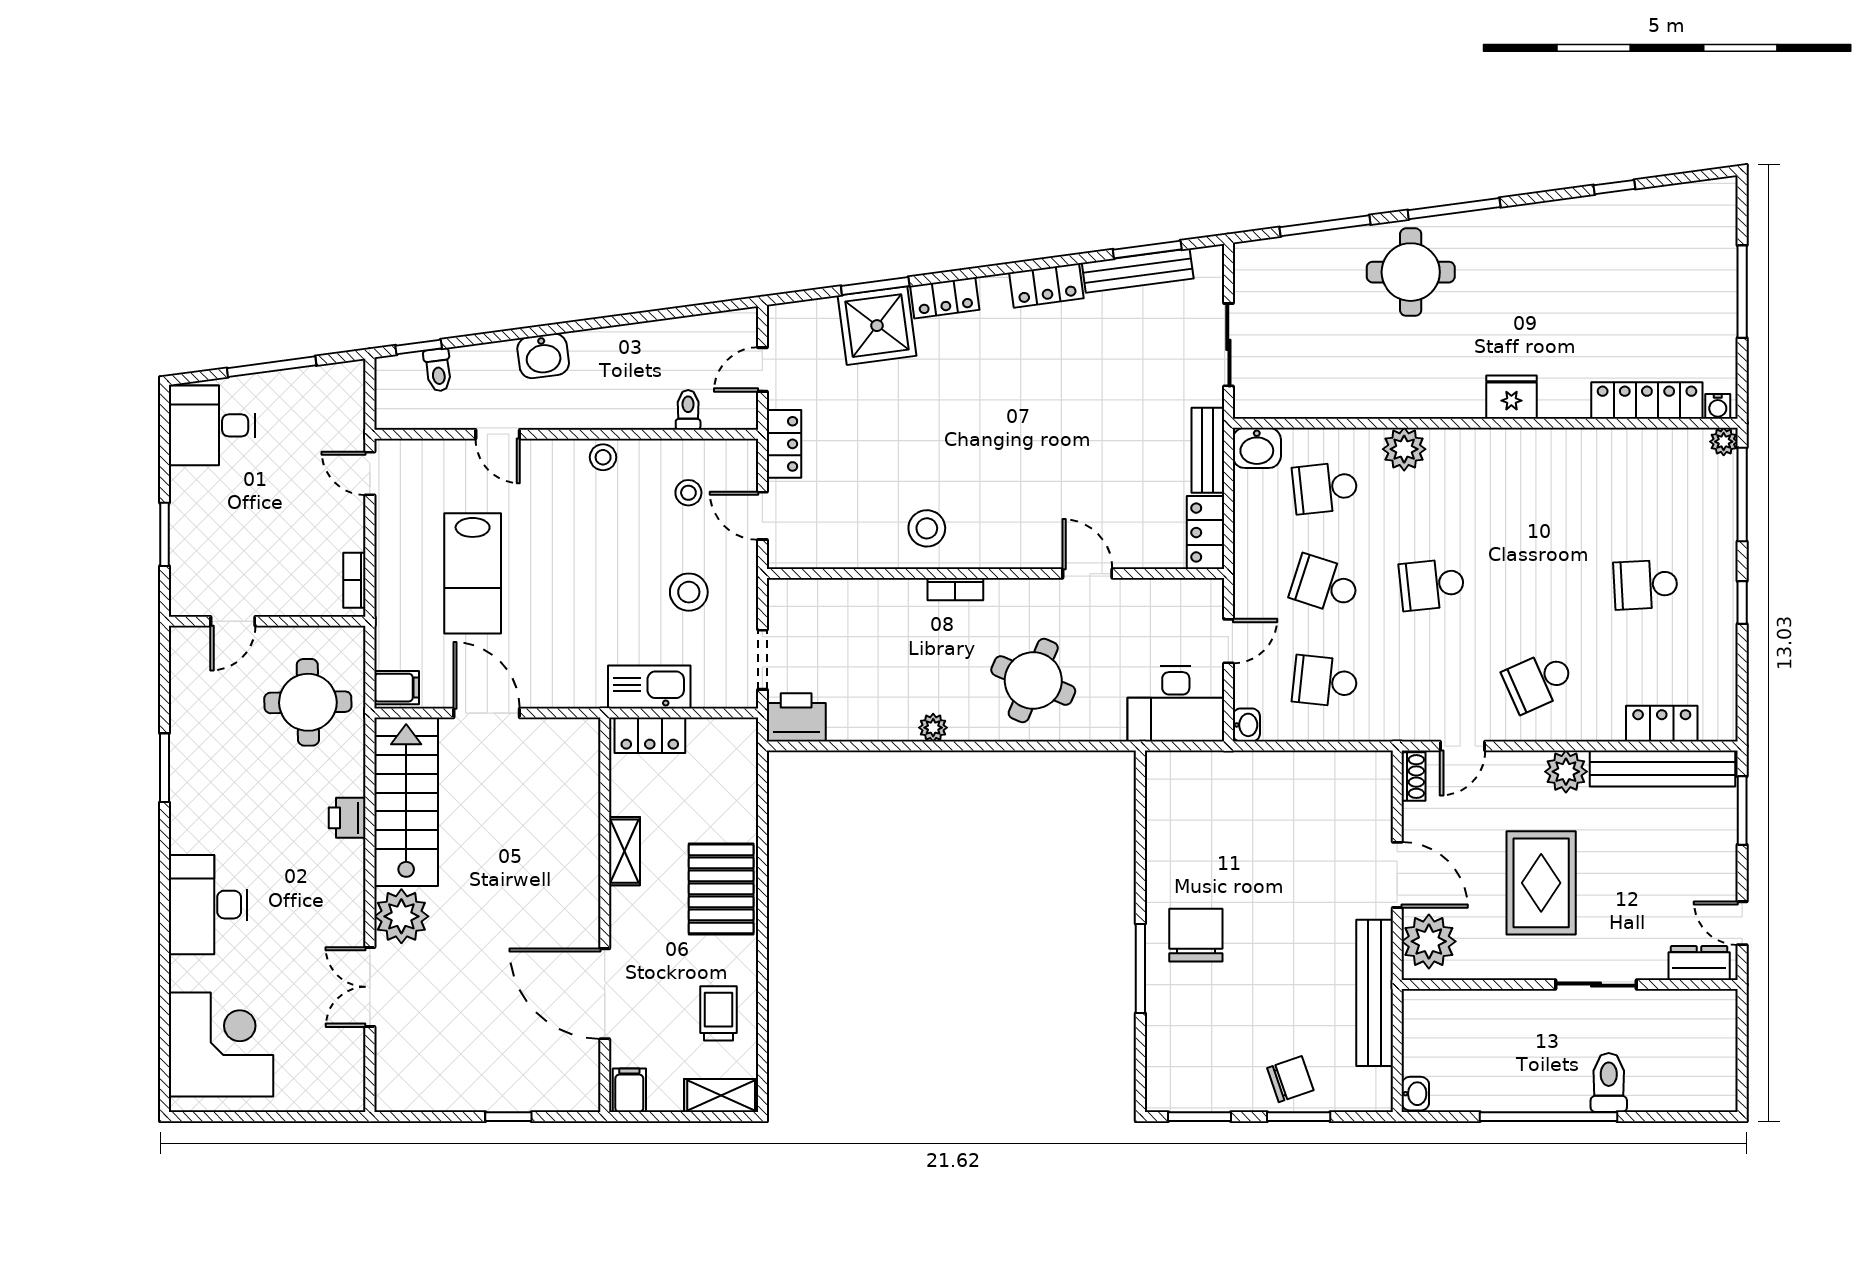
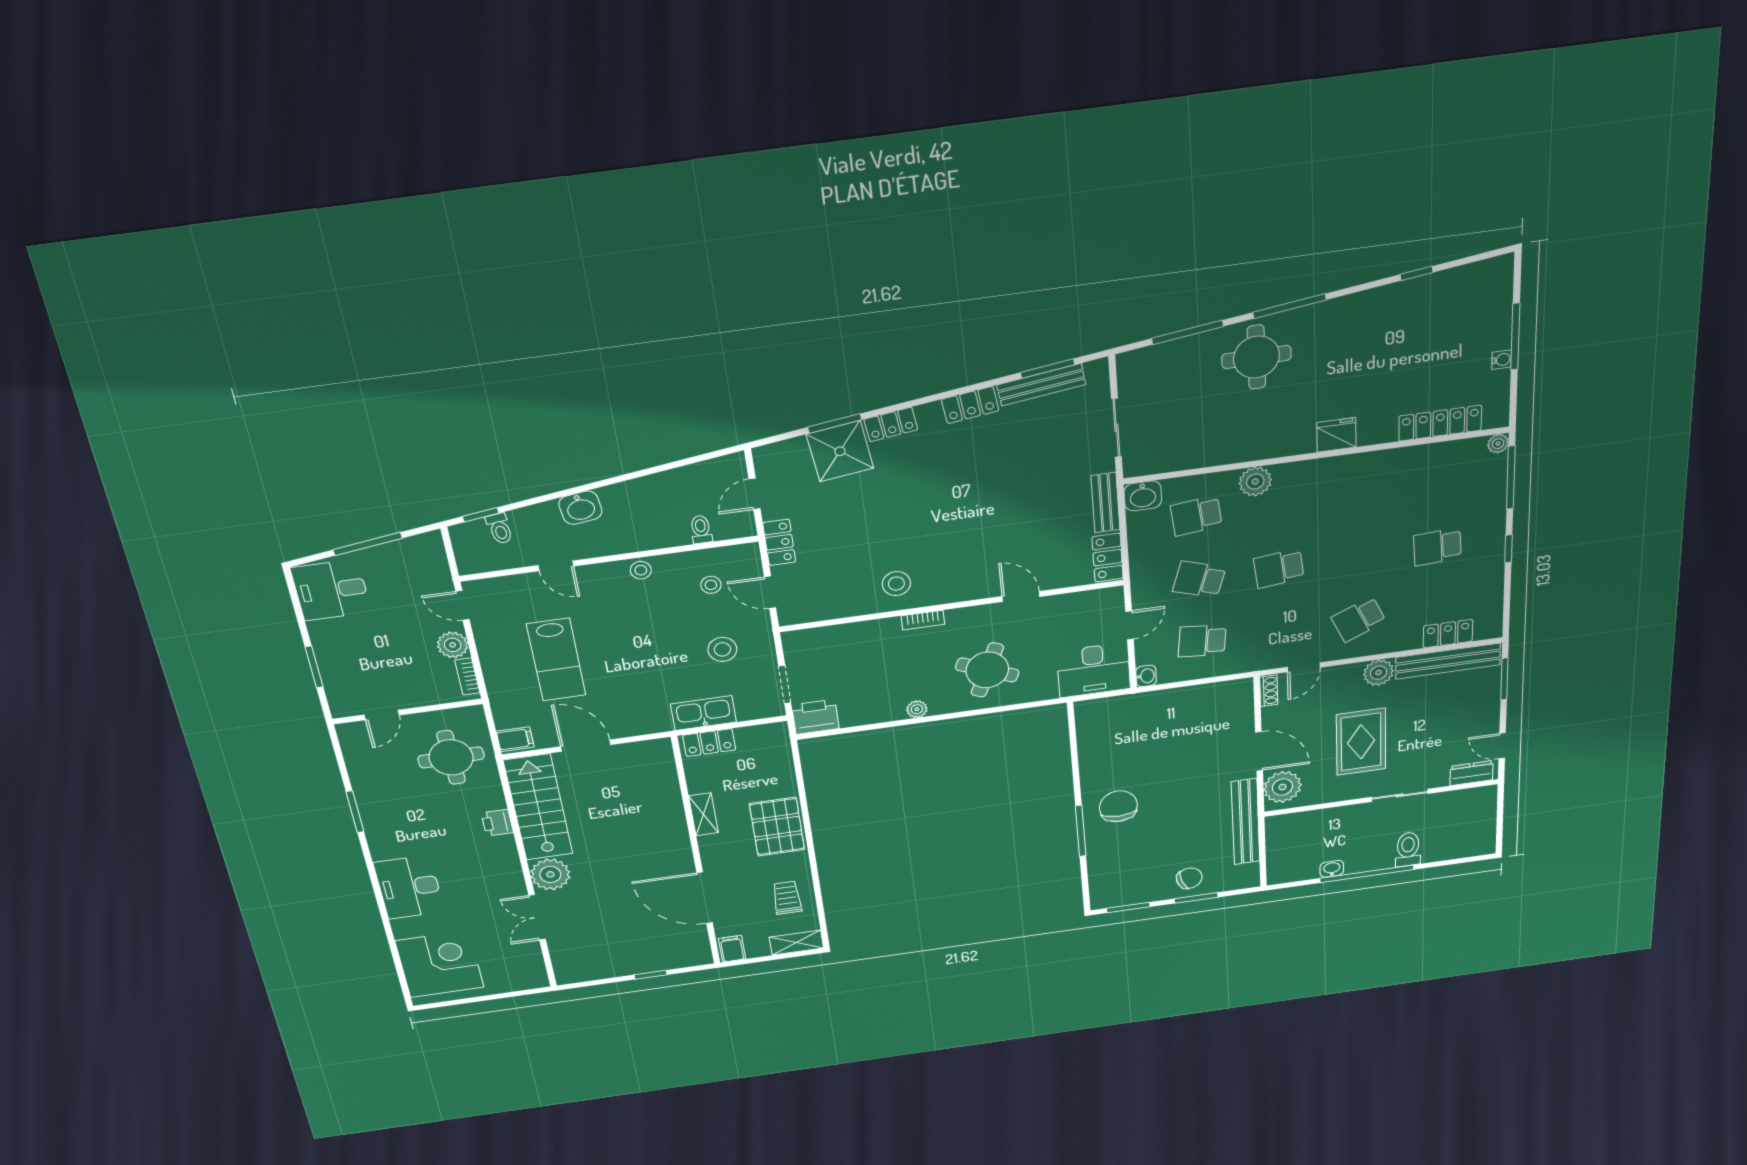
water cooler: (1718, 406) -> (1502, 360), moved, turned -90
plant: (346, 530) -> (453, 645), added
washbasin: (1415, 1094) -> (1332, 869), moved, turned -90

